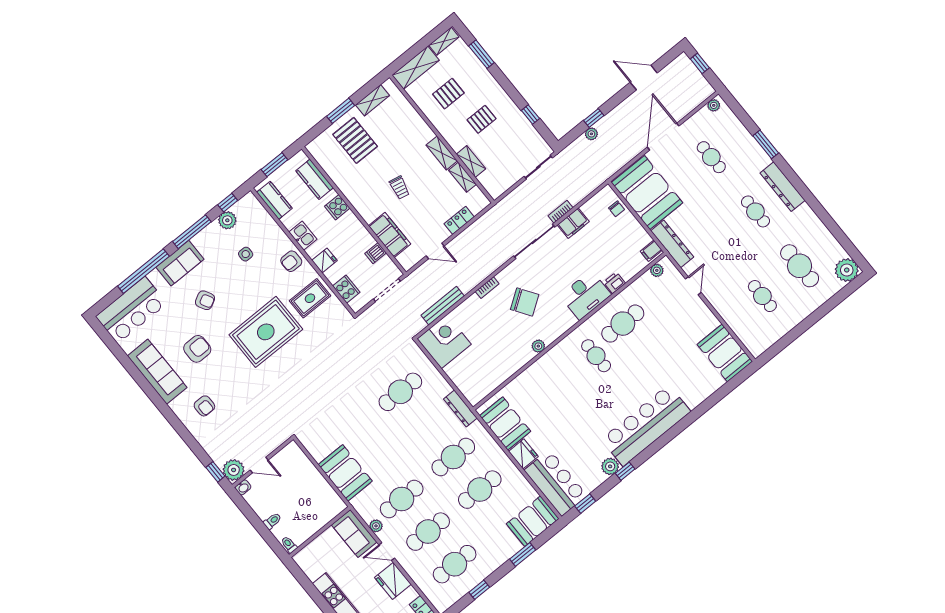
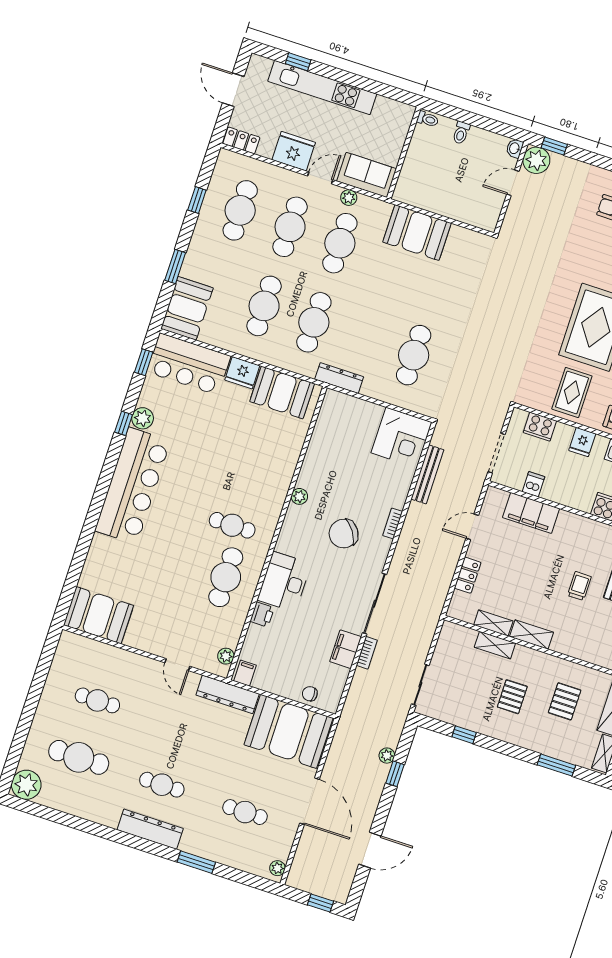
trolley: (400, 188) -> (579, 586), moved, turned 78

